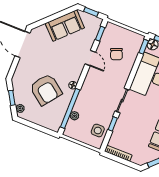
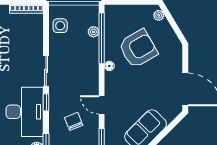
armchair: (46, 90) -> (138, 49), turned 113
window: (12, 98) -> (173, 24), removed
window: (113, 124) -> (46, 102), moved

